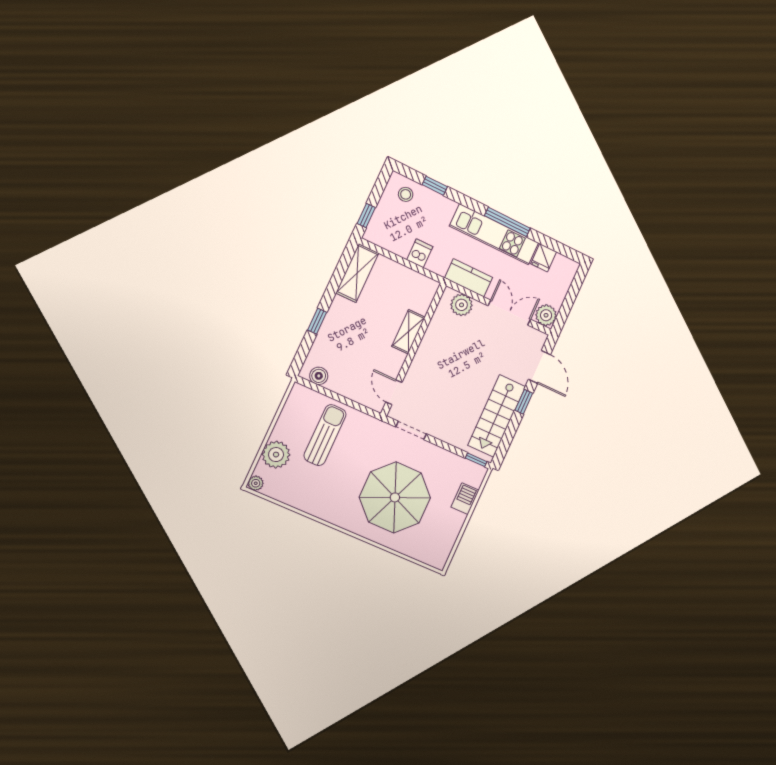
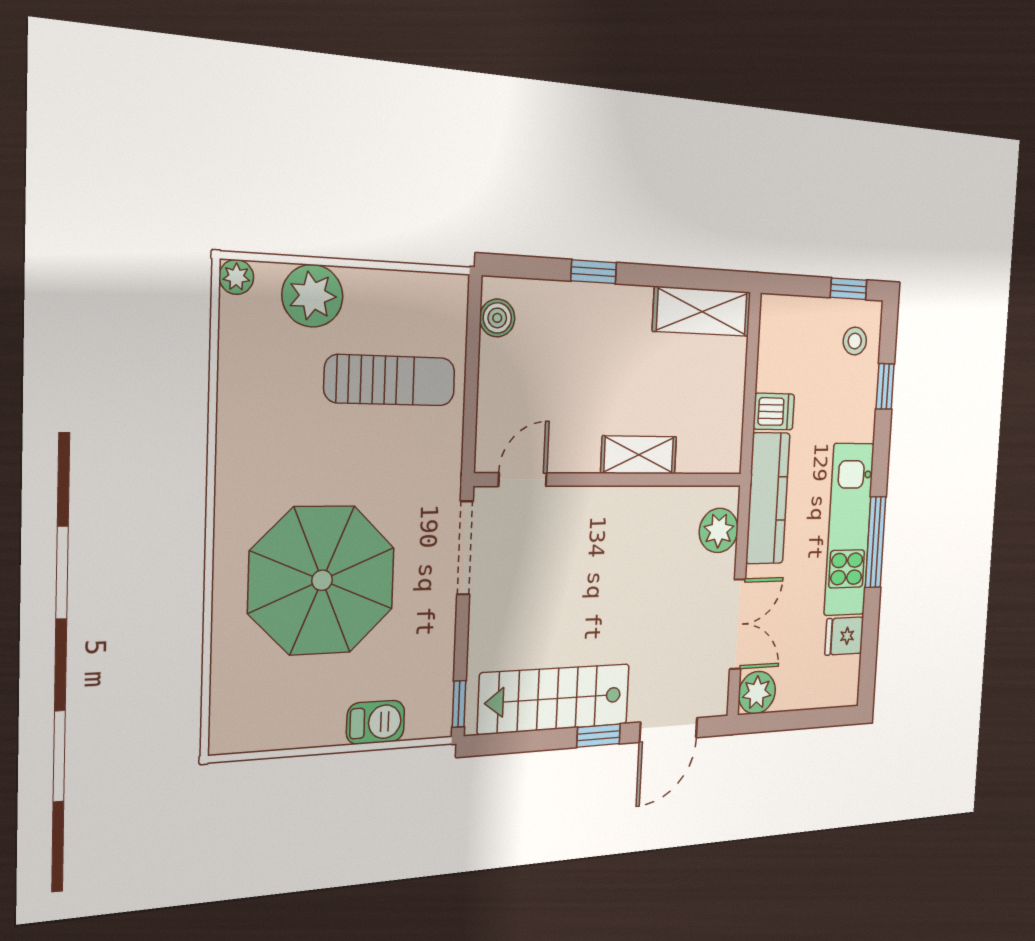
window: (366, 215) -> (849, 289), moved
kitchen counter: (469, 278) -> (768, 498), width x1.50
doorway: (411, 430) -> (465, 548), width x1.38

